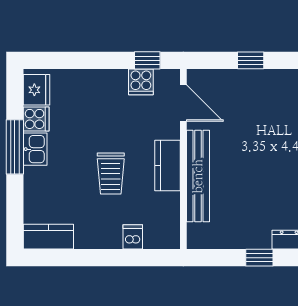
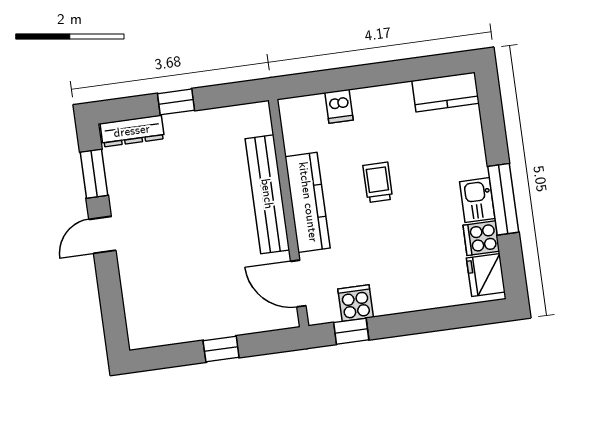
kitchen counter: (168, 165) -> (308, 202), width x1.50
trolley: (111, 174) -> (378, 182), width x0.73, depth x0.72

